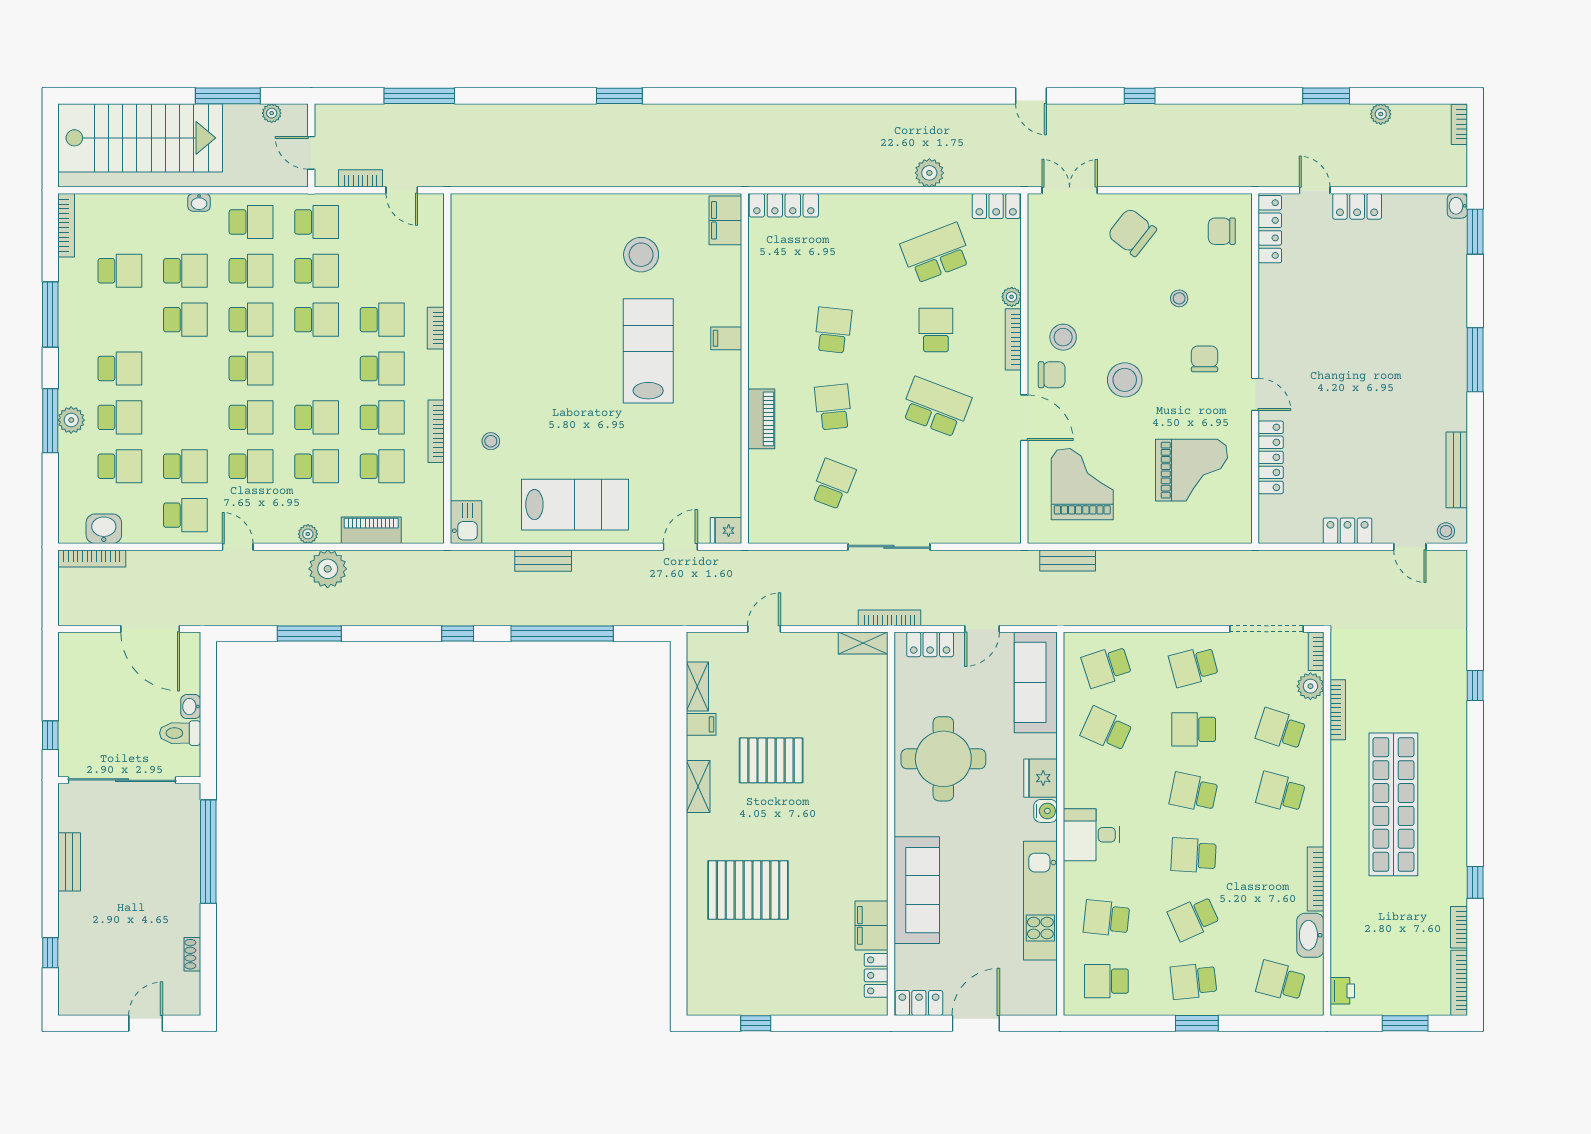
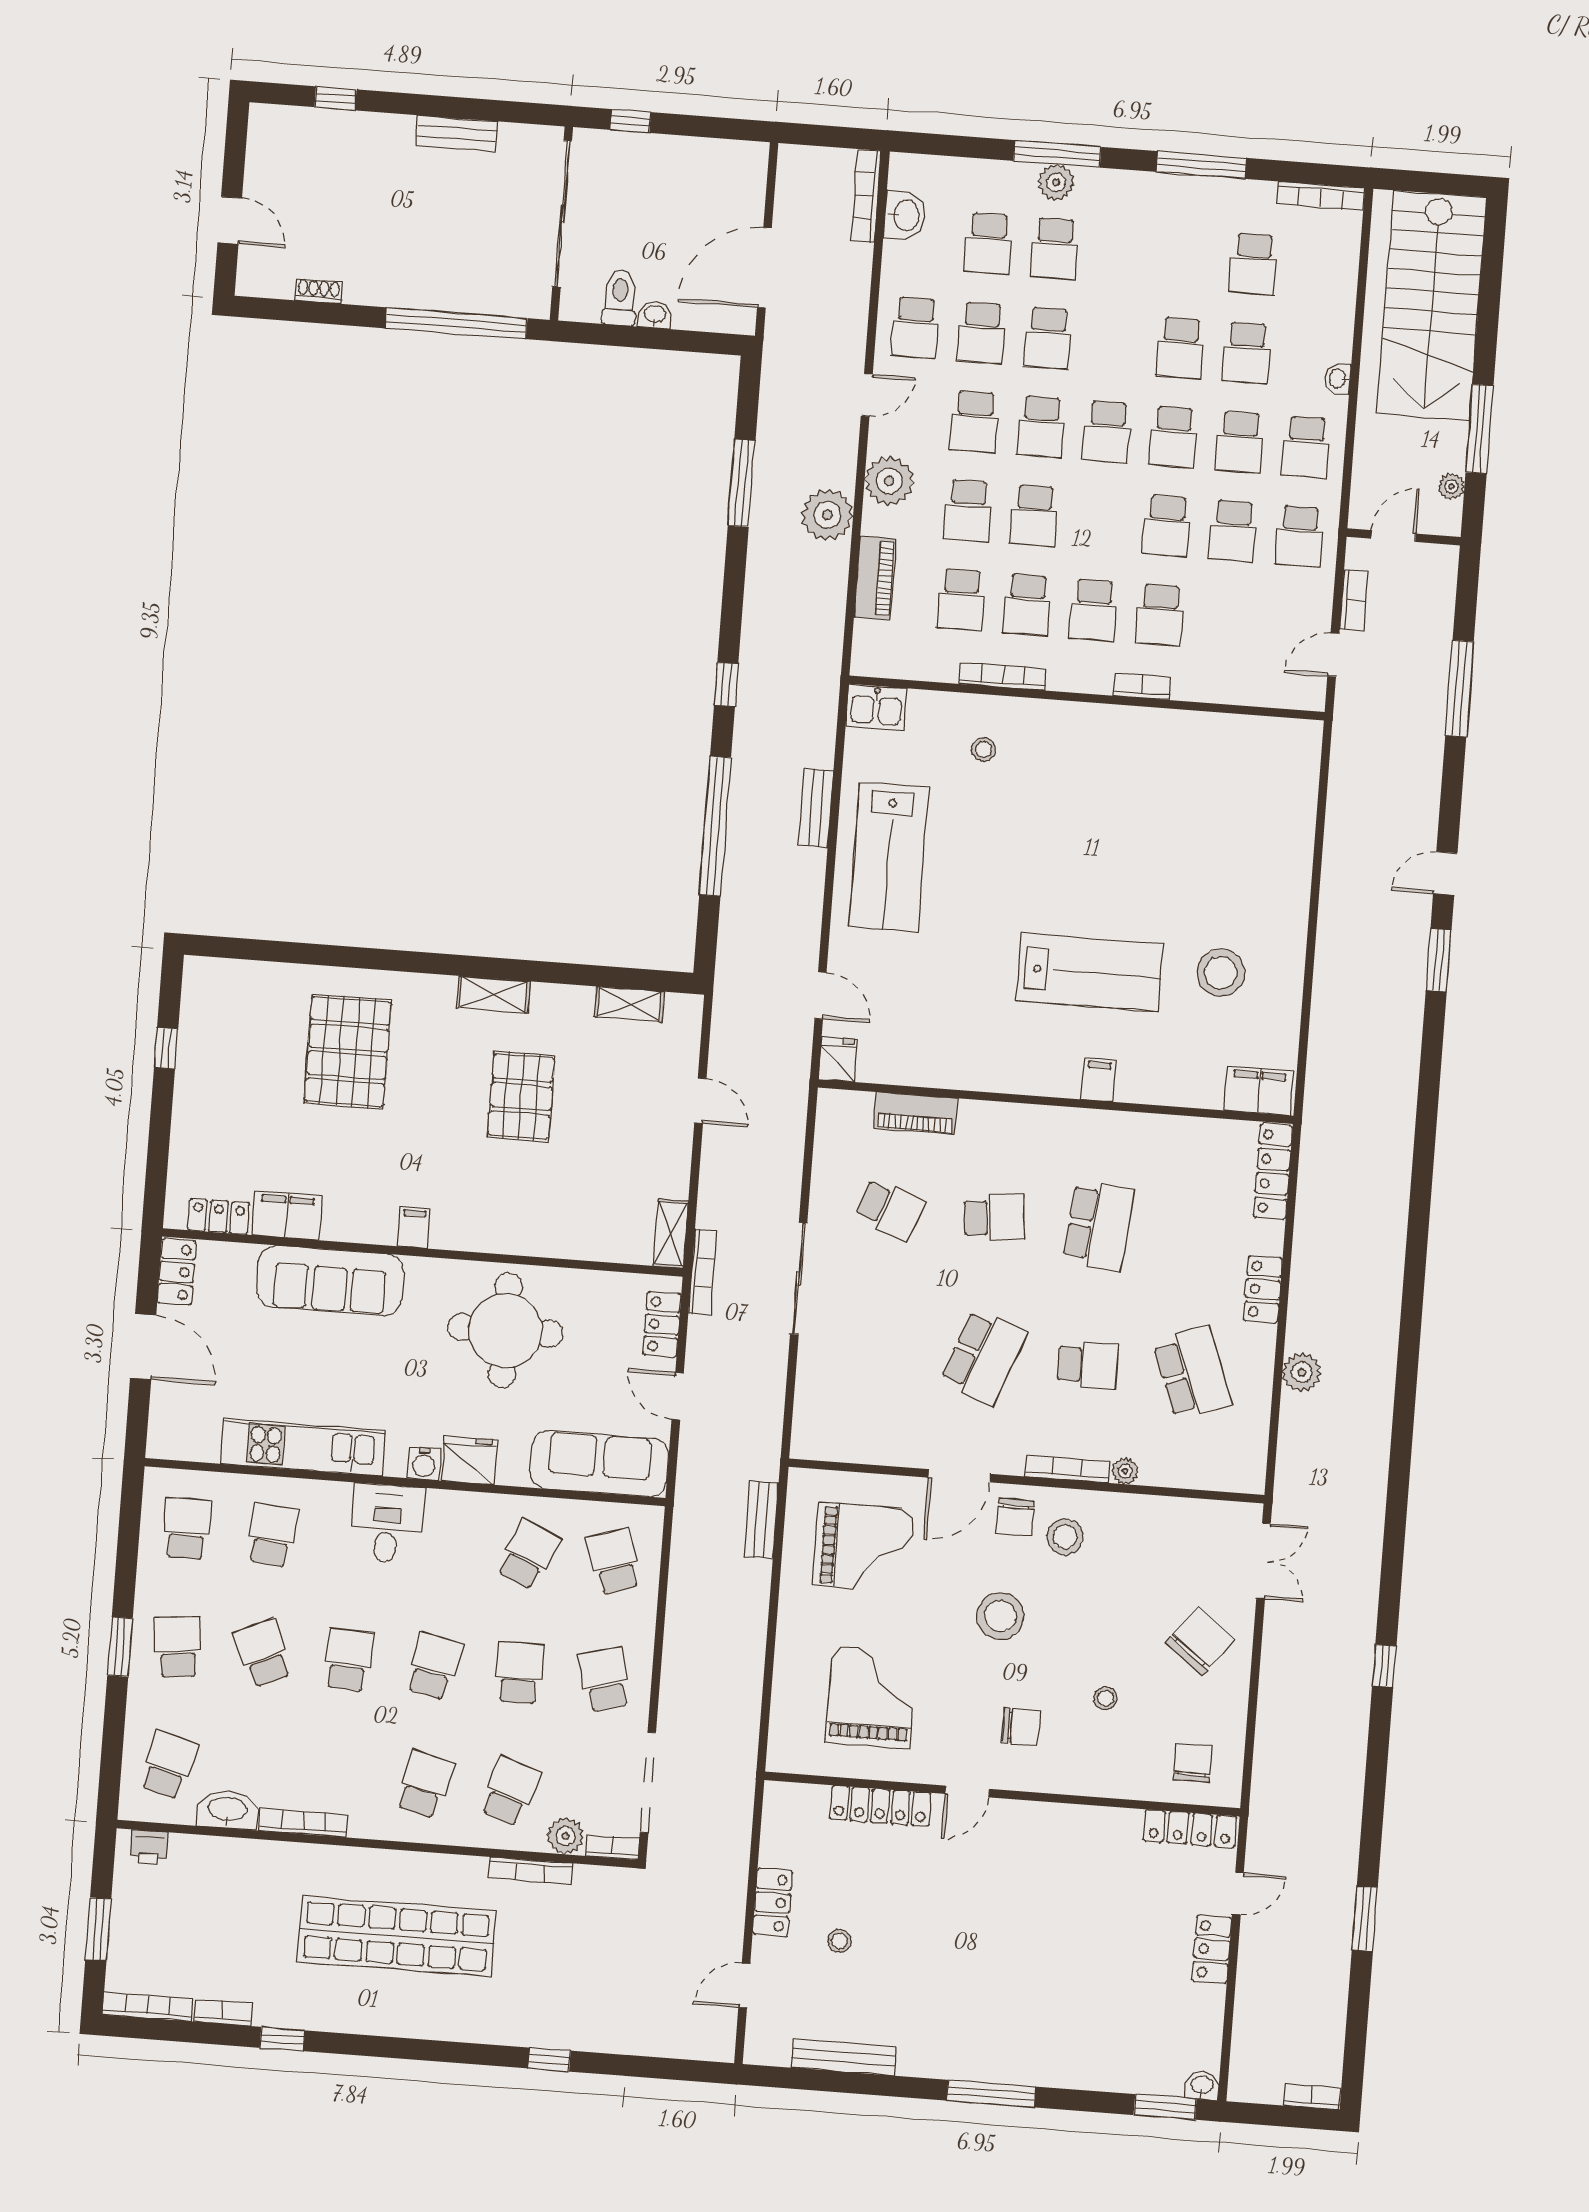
door: (1031, 96) -> (1445, 873), moved
plant: (1381, 114) -> (1334, 1991), removed
locker: (996, 206) -> (1263, 1289), moved
school desk: (833, 330) -> (1099, 1226), width x1.85
school desk: (120, 369) -> (1048, 338), moved
piano: (761, 419) -> (916, 1113), moved
grand piano: (1192, 470) -> (871, 1697), turned 180
stool: (1446, 531) -> (839, 1941), moved
plant: (308, 534) -> (889, 481), width x1.88, depth x1.88
filing cabinet: (701, 724) -> (414, 1227), moved, turned 180

